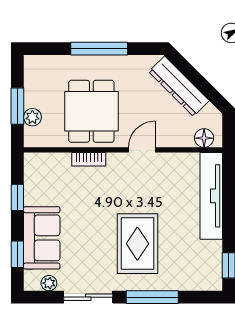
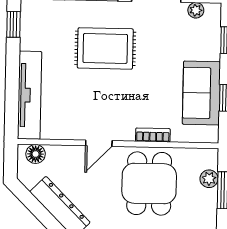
sofa: (42, 238) -> (201, 93), moved
rug: (137, 244) -> (105, 48), turned 90

